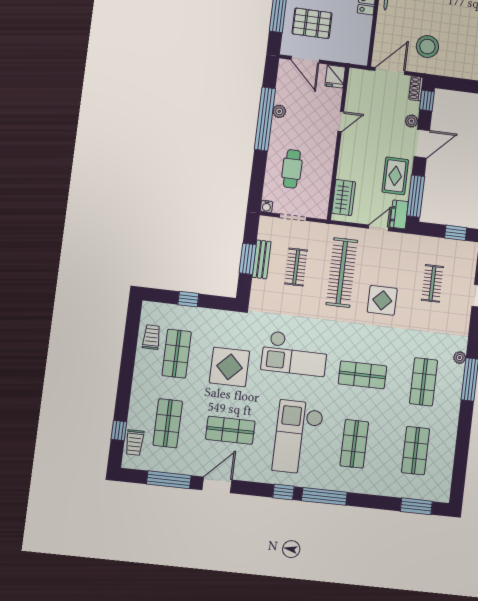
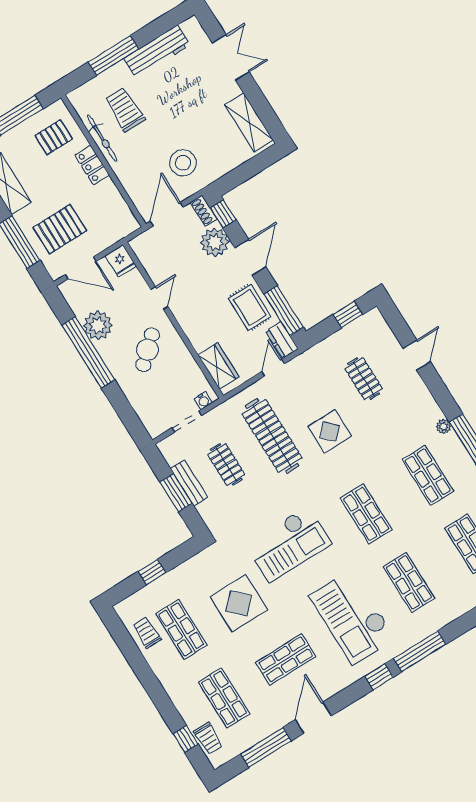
plant: (279, 111) -> (98, 325), width x1.88, depth x1.88
plant: (411, 121) -> (215, 242), width x1.88, depth x1.88
cafe table: (292, 169) -> (148, 350), moved, turned 48
water cooler: (267, 206) -> (203, 401), moved
shop shelf: (362, 375) -> (366, 514), turned 90

